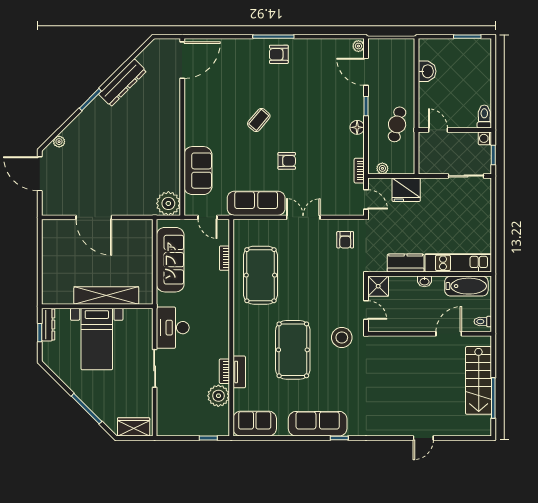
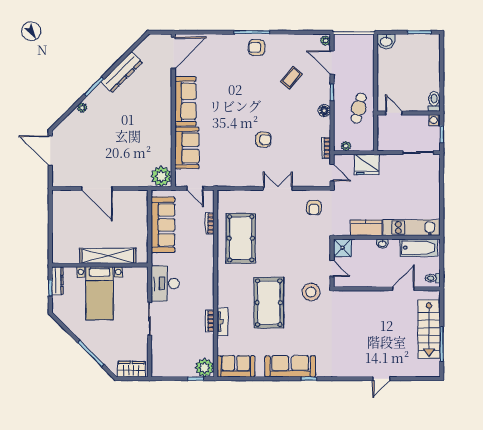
washbasin: (427, 71) -> (386, 41), moved, turned 90
coffee table: (259, 120) -> (291, 78), moved
plant: (59, 142) -> (82, 108), moved
sofa: (256, 203) -> (185, 101), moved, turned 90
plant: (218, 396) -> (205, 368), moved

